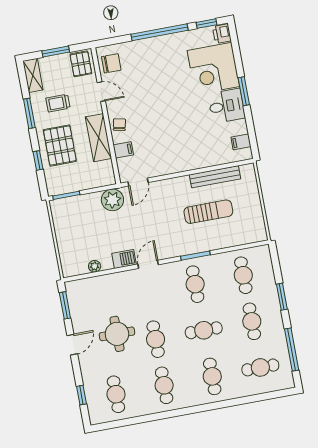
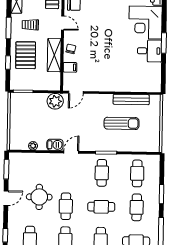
filing cabinet: (241, 142) -> (155, 79), removed

